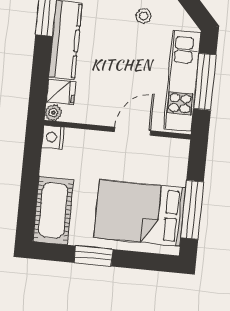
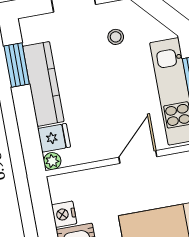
nightstand: (53, 137) -> (64, 214), moved

